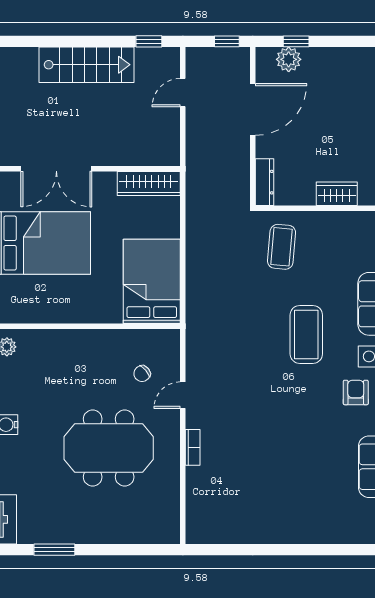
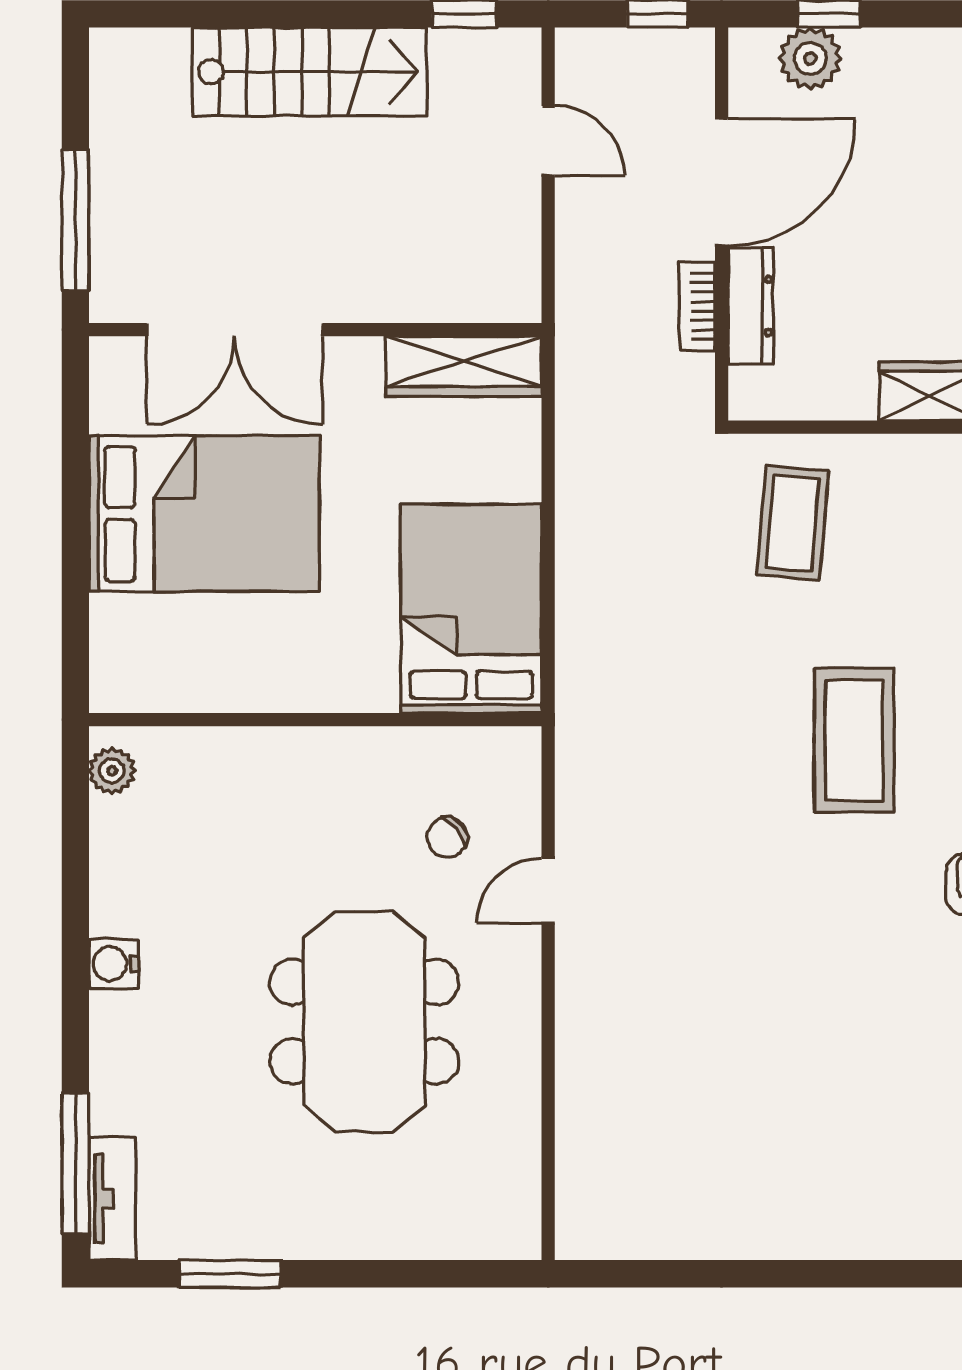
door: (183, 93) -> (548, 141), swing flipped
dresser: (265, 182) -> (751, 306), moved
bookcase: (193, 447) -> (697, 306), moved, turned 180
meeting table: (109, 448) -> (364, 1022), turned 90

